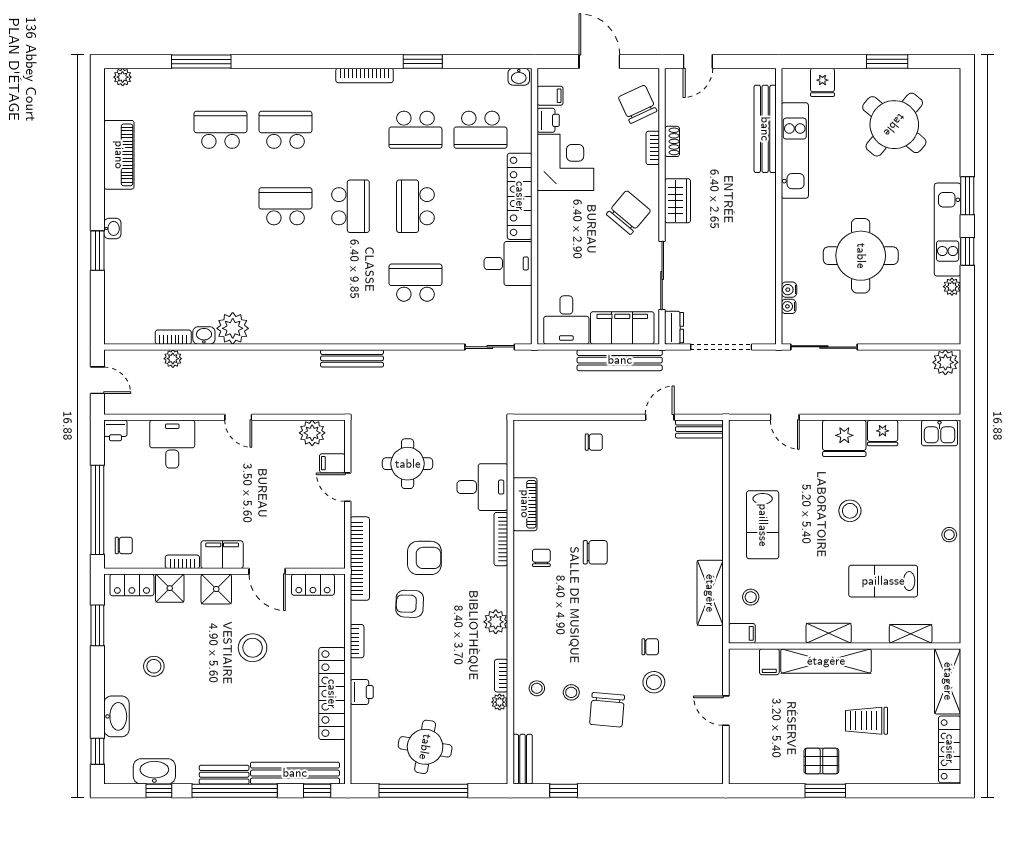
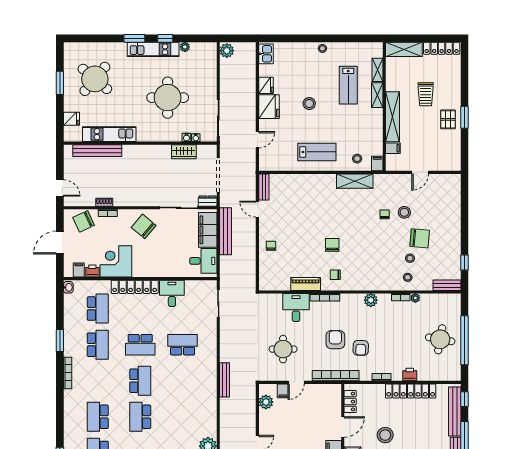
wardrobe: (678, 201) -> (184, 152), moved, turned 180
school desk: (350, 206) -> (140, 381), turned 90
school desk: (415, 283) -> (183, 345), turned 90
shelving: (829, 633) -> (377, 95), moved

